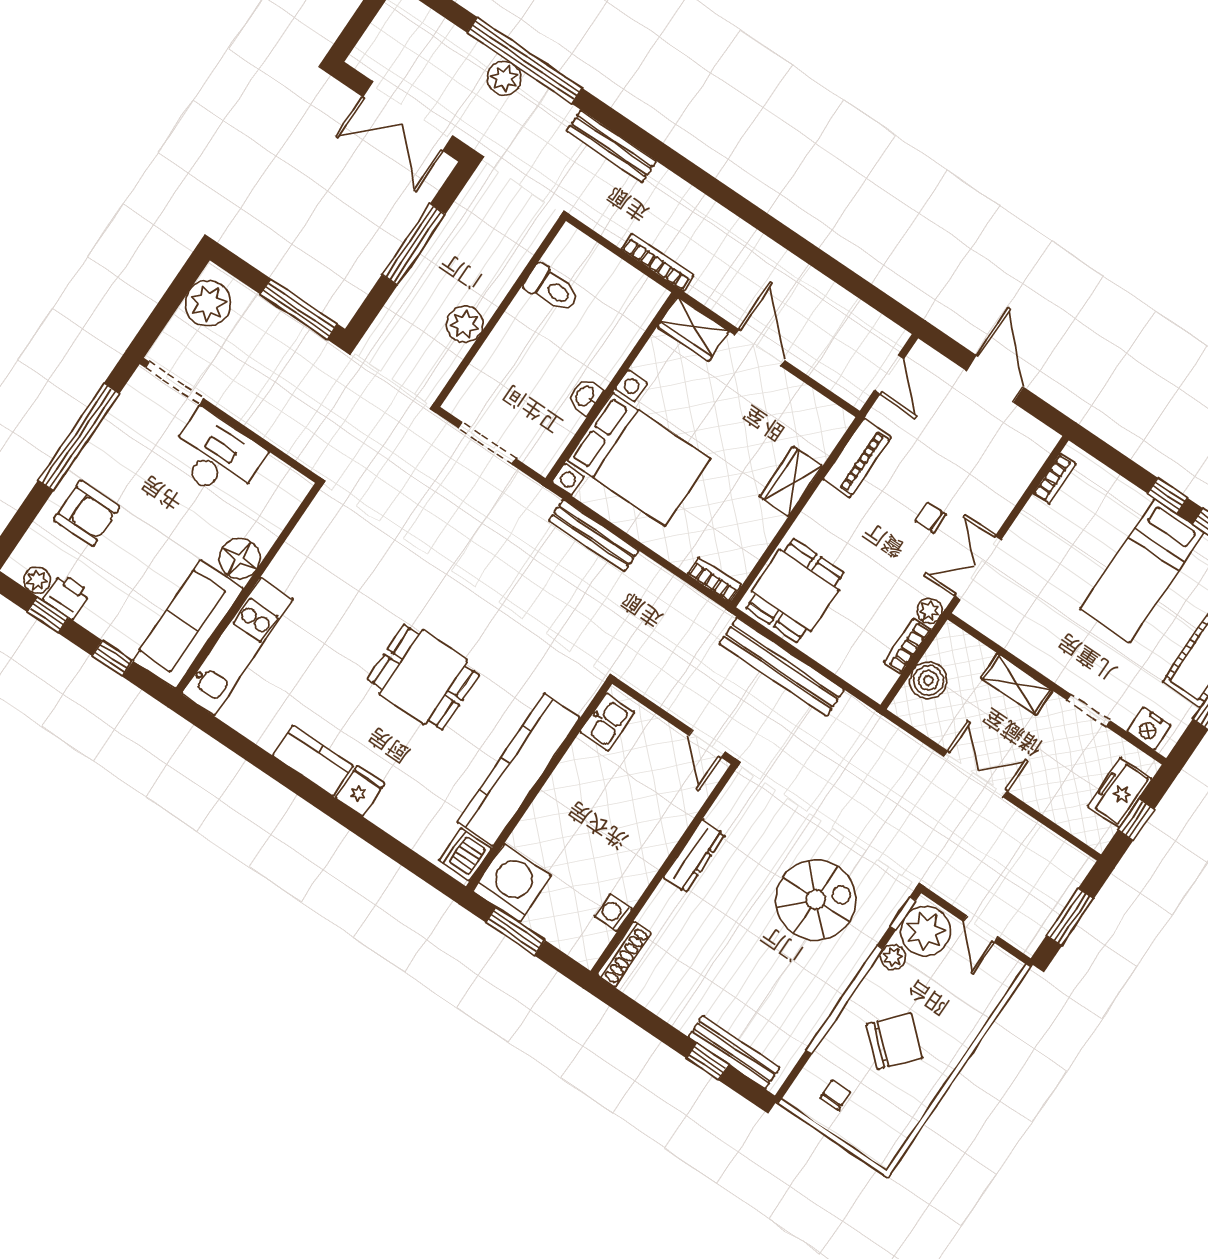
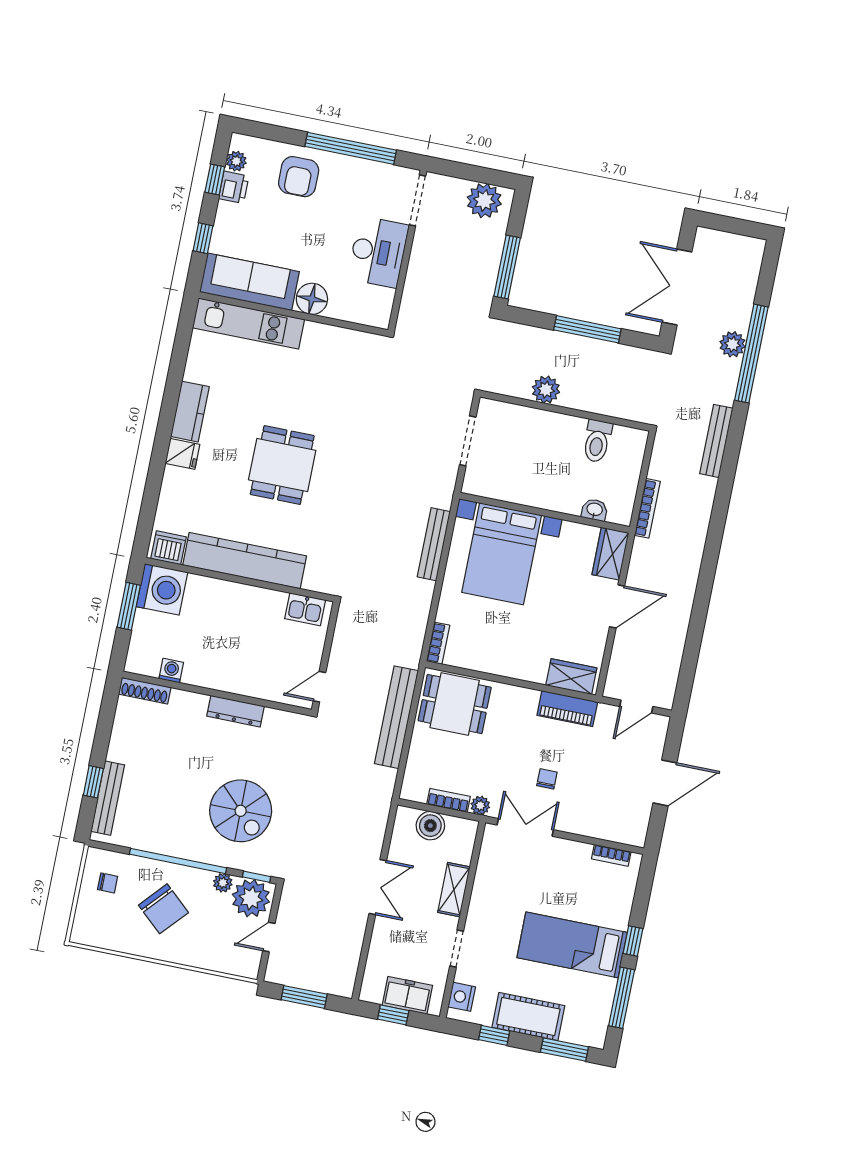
washbasin: (585, 396) -> (595, 510), moved
wardrobe: (791, 481) -> (571, 677), moved

